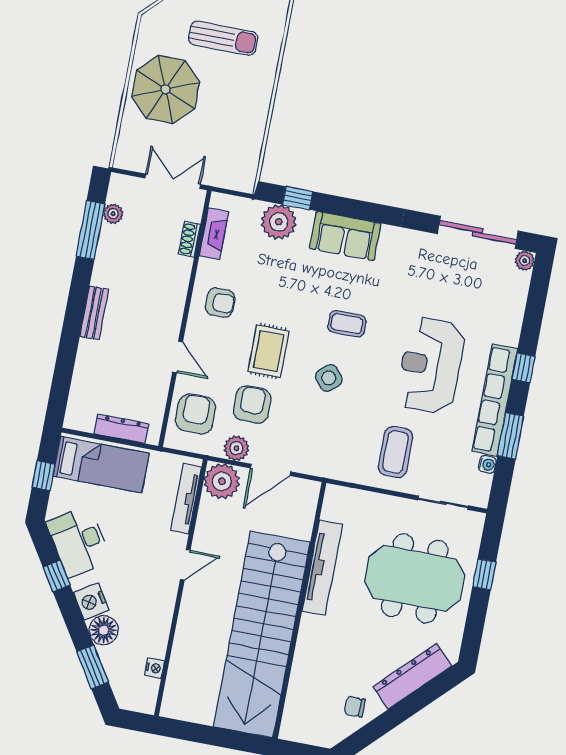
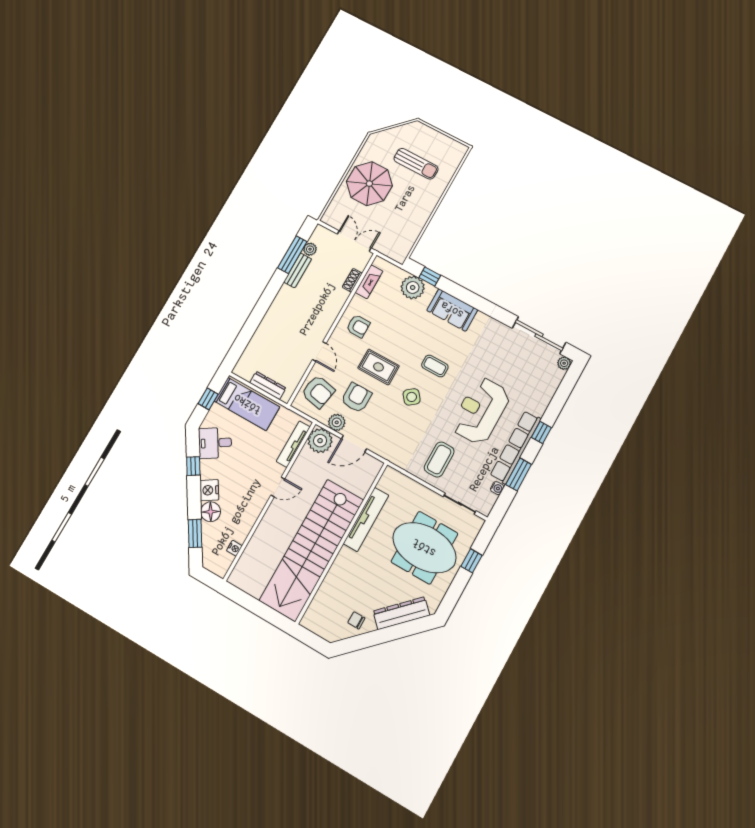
bench: (94, 313) -> (298, 270), moved
rug: (268, 351) -> (378, 367), turned 90
armchair: (195, 414) -> (318, 392), turned 101
desk: (79, 542) -> (215, 443), width x0.73

